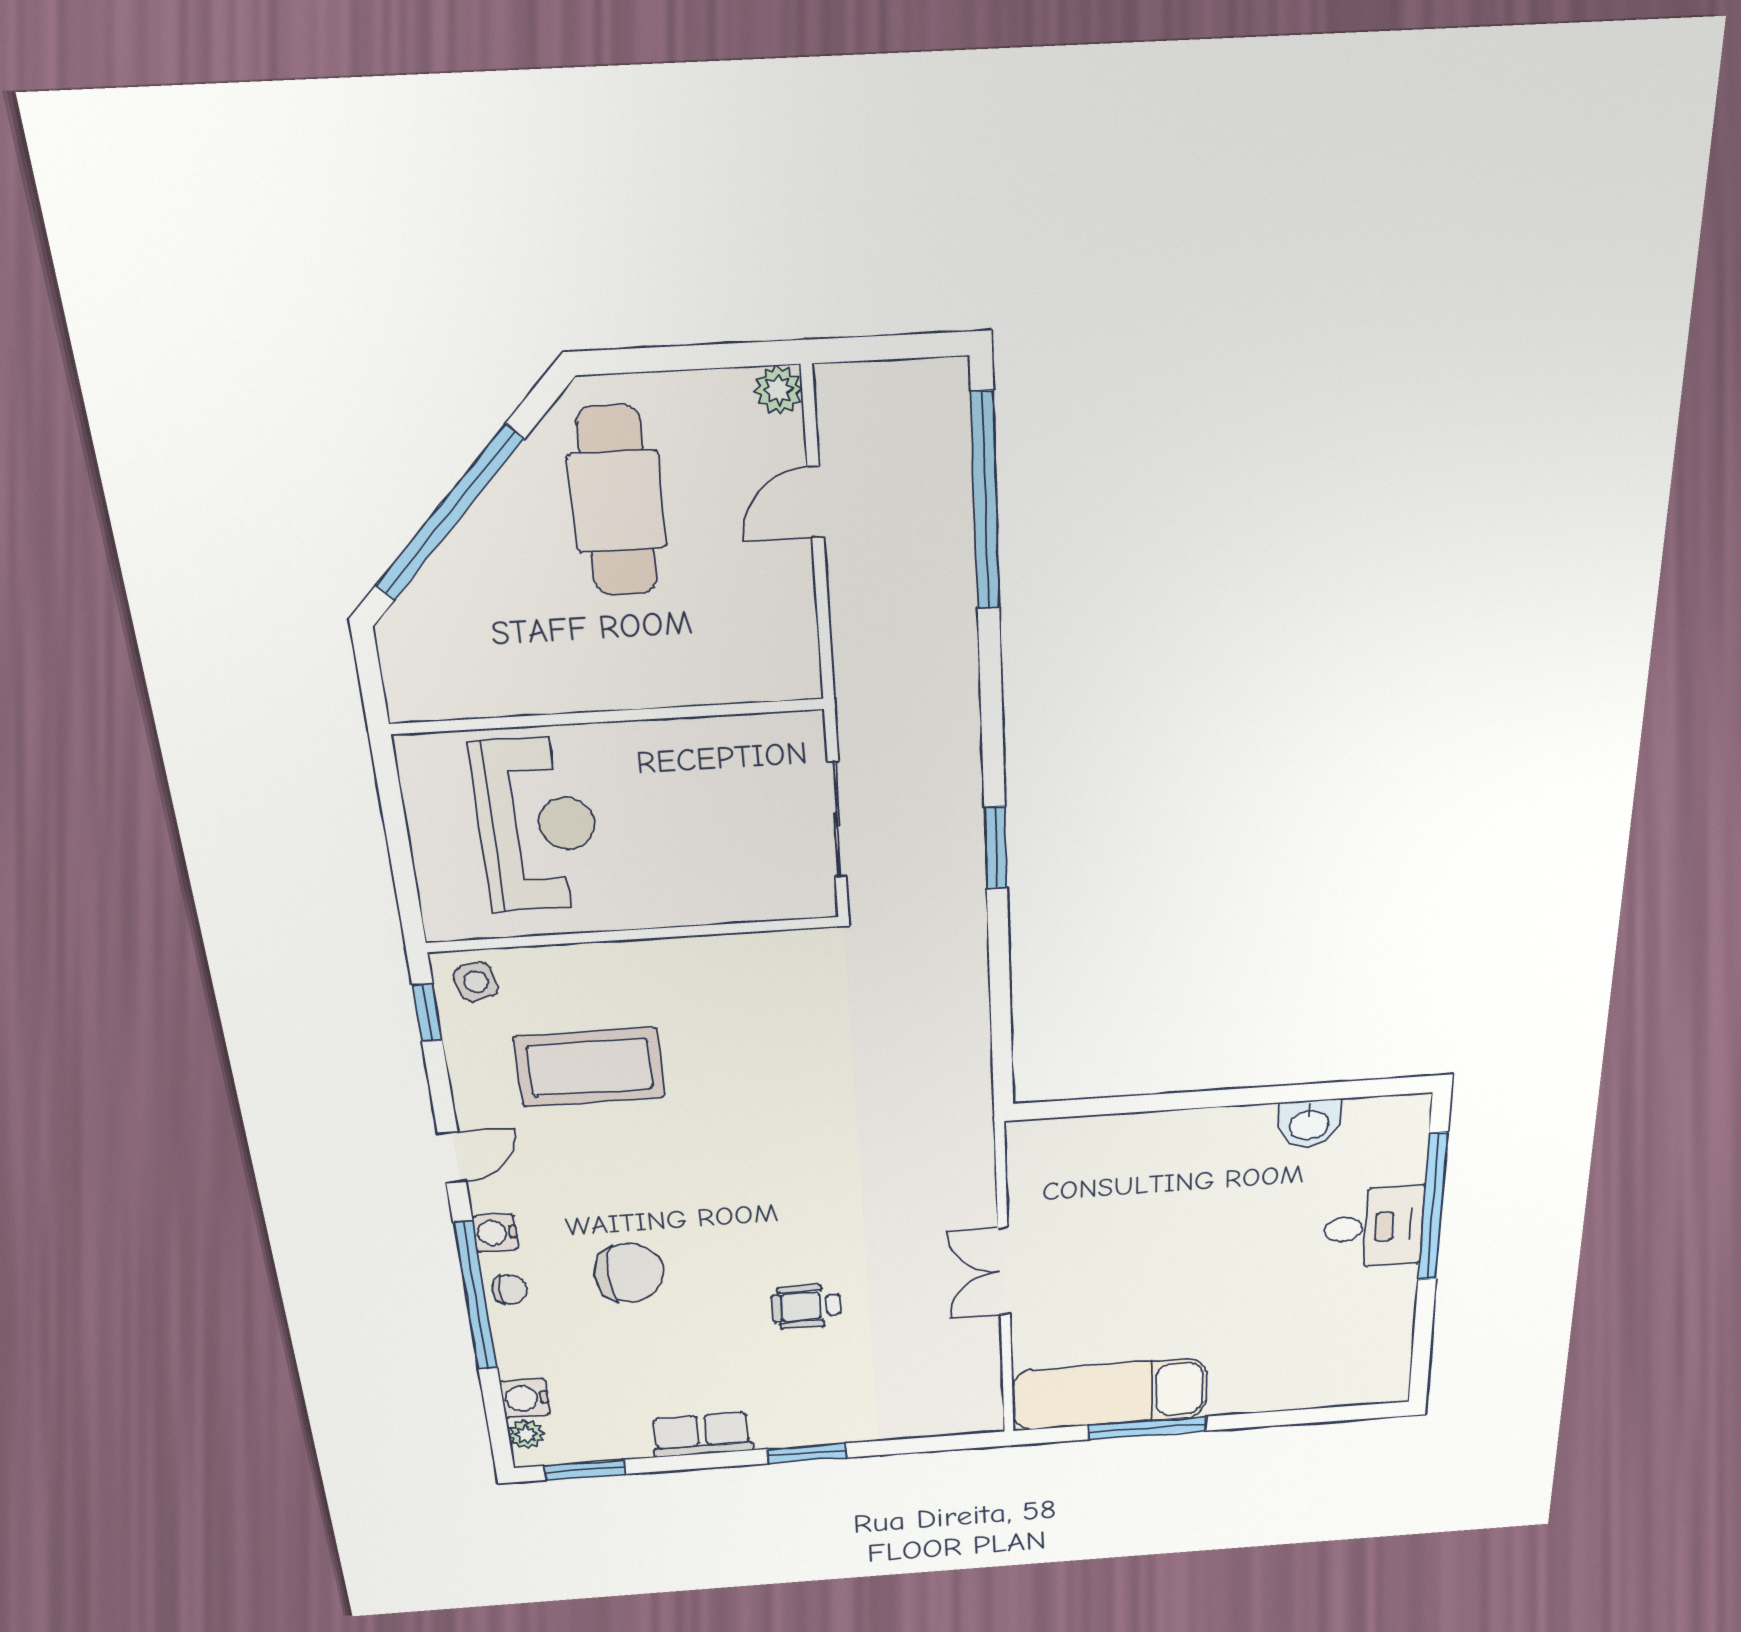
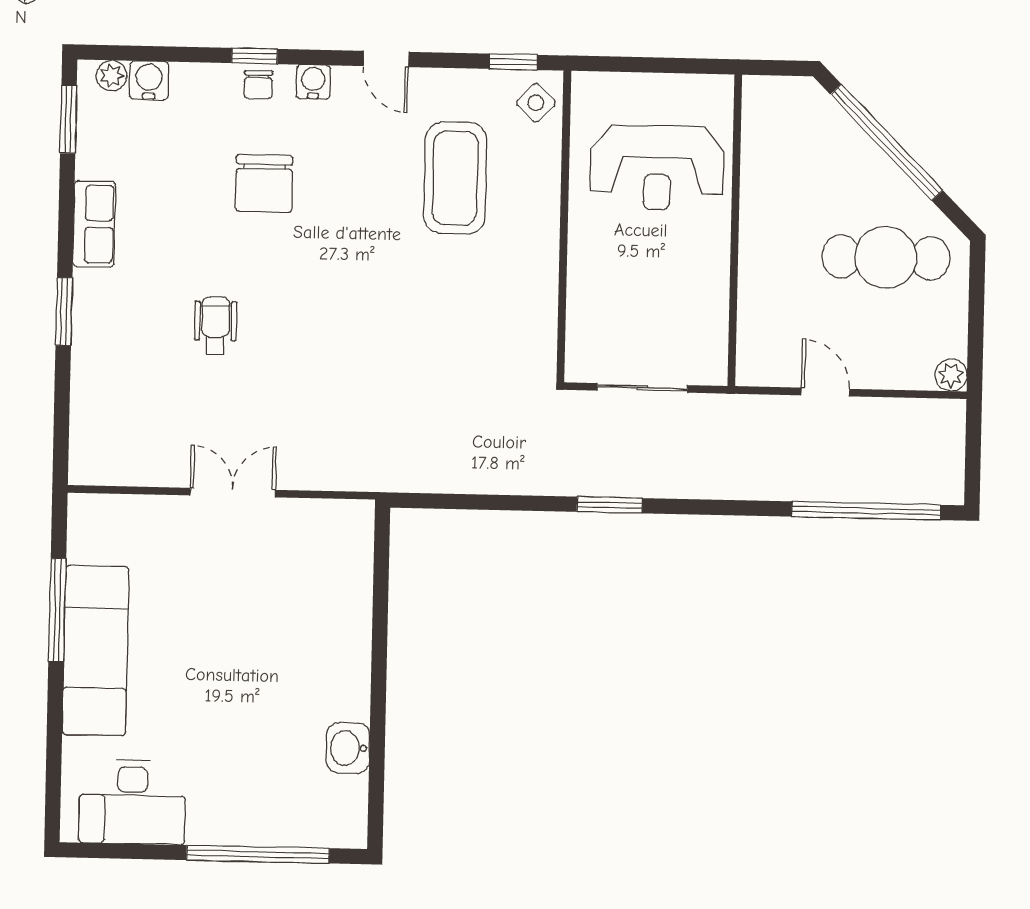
door: (816, 502) -> (825, 392), moved
side table: (476, 982) -> (536, 103), turned -32
desk: (1374, 1227) -> (132, 802), moved, width x1.37
window: (476, 1296) -> (255, 56), width x0.32
exam couch: (1110, 1394) -> (96, 650), moved

